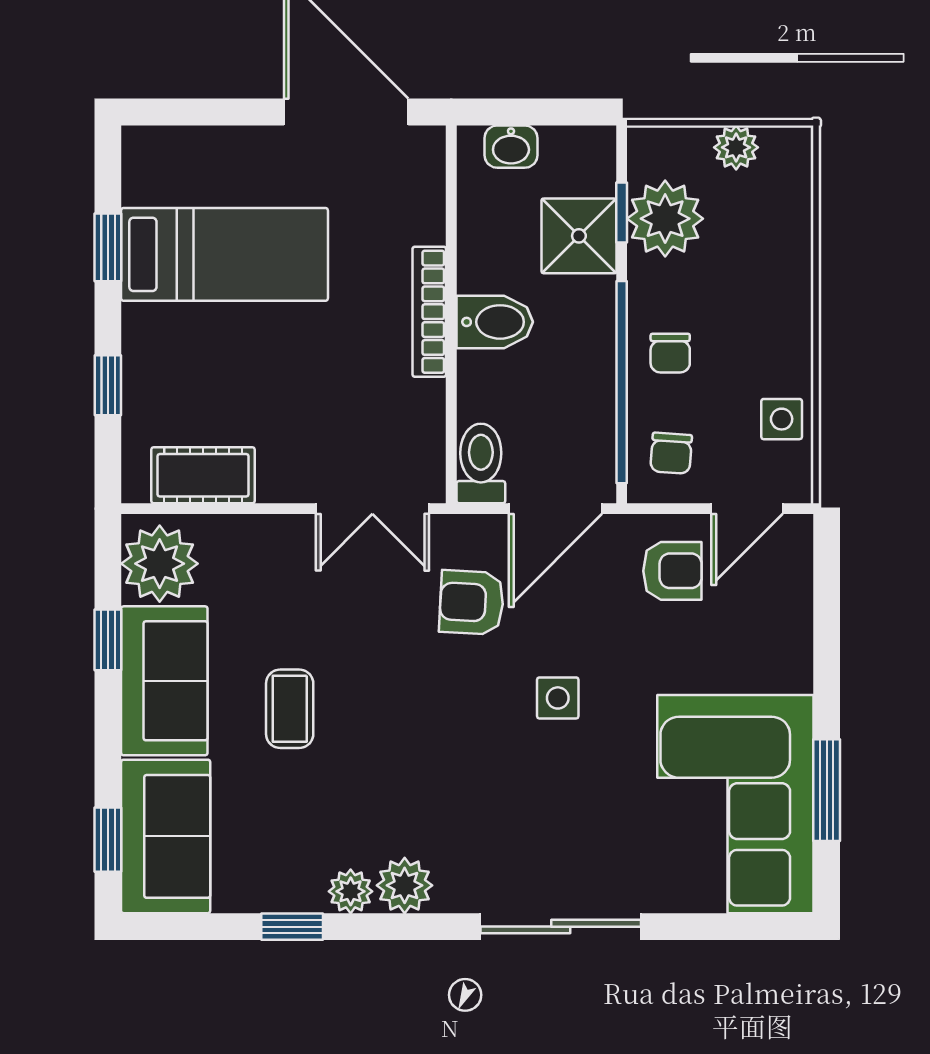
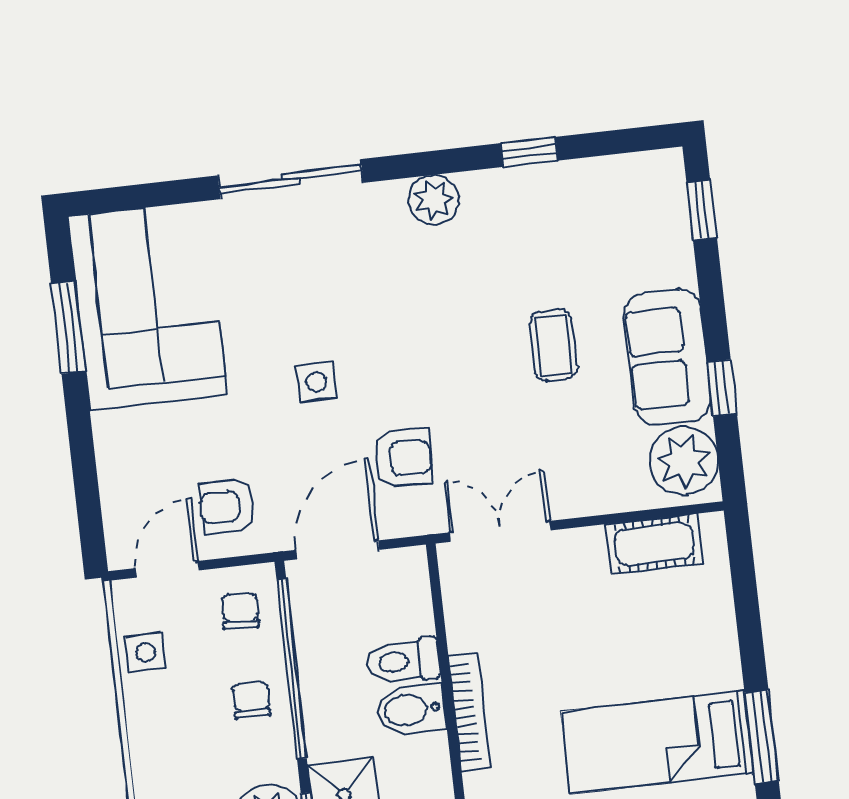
window: (108, 247) -> (762, 737), width x1.50
window: (108, 385) -> (748, 614), removed
toilet: (481, 463) -> (403, 661), moved, turned 90
sofa: (166, 836) -> (651, 219), removed
plant: (351, 891) -> (481, 189), removed

